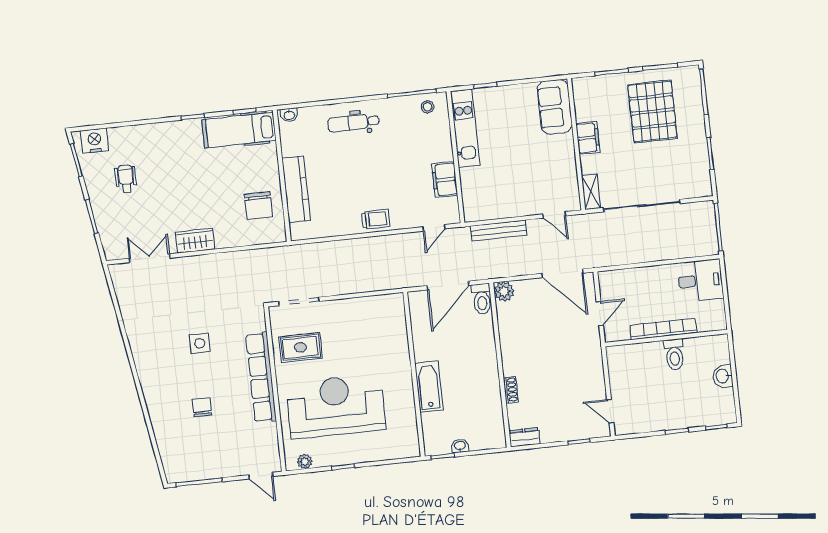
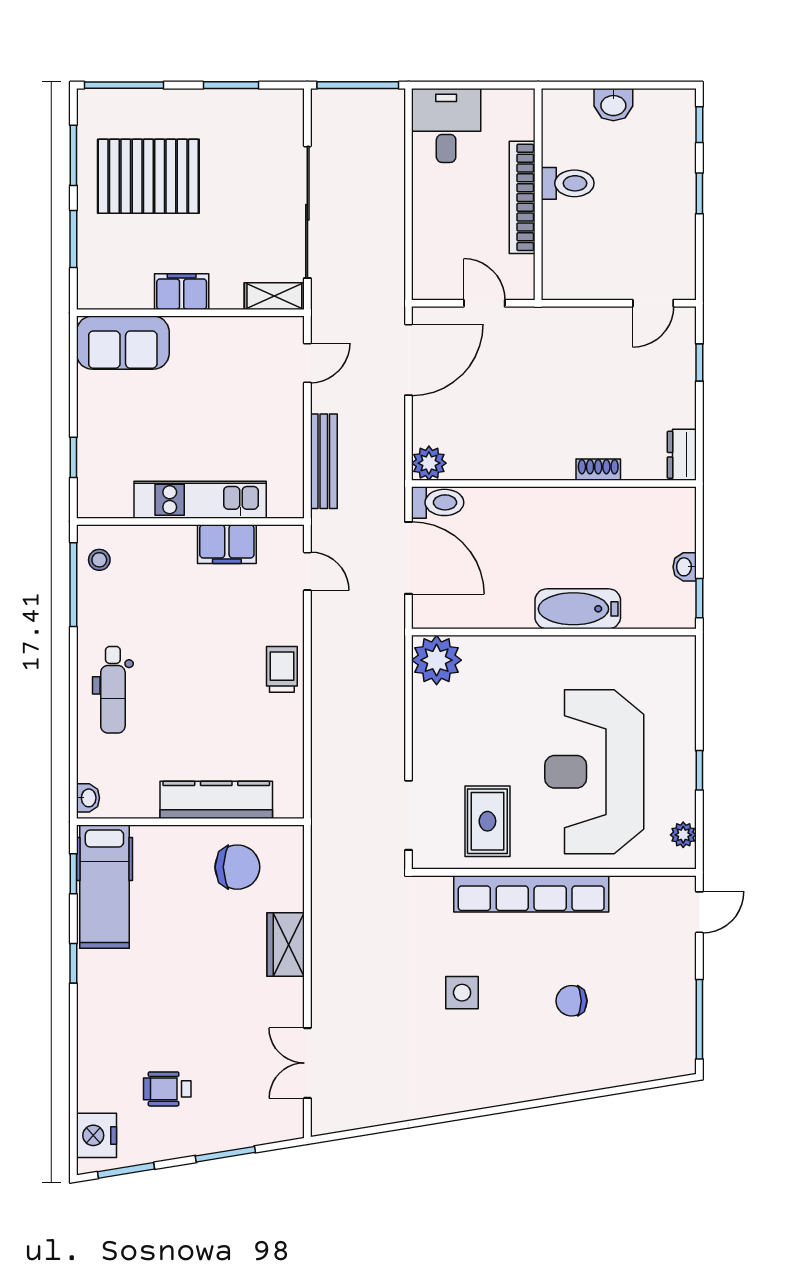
kitchen unit: (465, 128) -> (200, 500), moved
wardrobe: (195, 241) -> (286, 945), moved
plant: (391, 308) -> (437, 660), added

